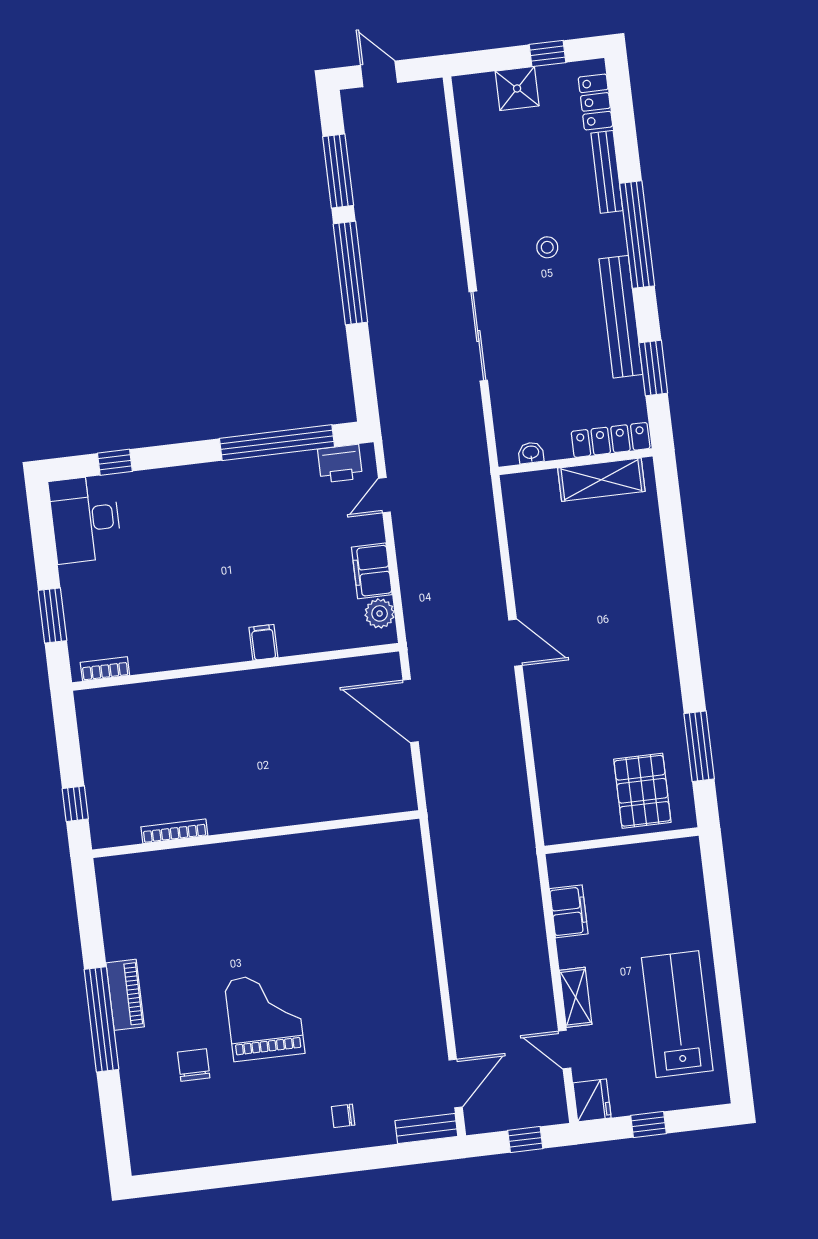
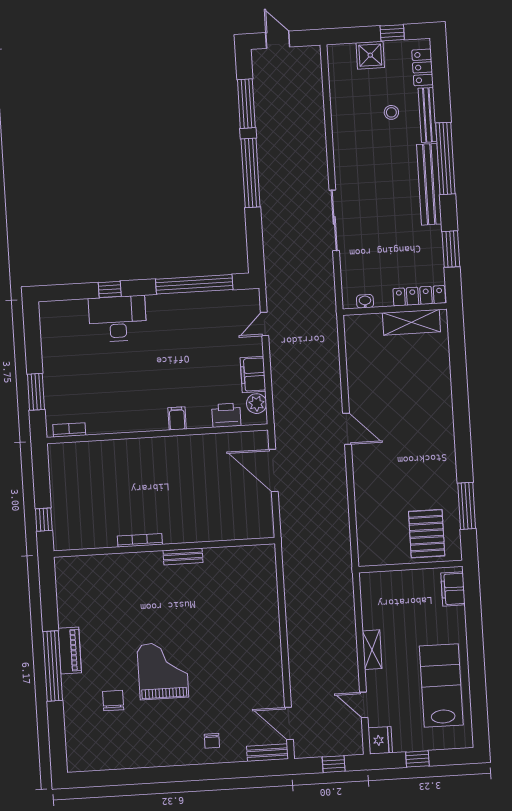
stool: (547, 247) -> (391, 112), moved
bench: (621, 317) -> (429, 184), moved
window: (115, 462) -> (110, 289), moved
printer: (340, 464) -> (226, 415), moved, turned 180
desk: (85, 519) -> (118, 319), moved, turned 90
bookcase: (174, 831) -> (140, 540), moved
bench: (284, 846) -> (183, 556), added
filing cabinet: (569, 911) -> (453, 589), moved, turned 180
shelving: (576, 997) -> (372, 650), moved
door: (456, 1083) -> (289, 723), swing flipped
chair: (343, 1116) -> (212, 741), turned -90

